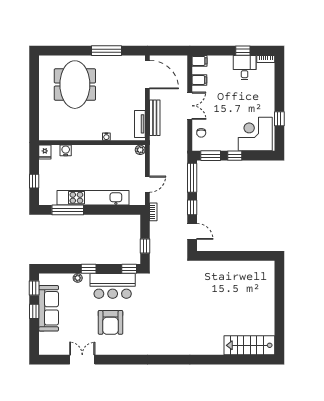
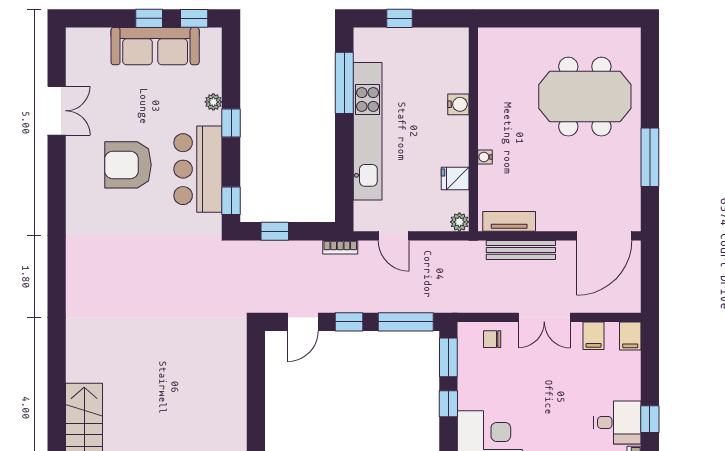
water cooler: (66, 150) -> (458, 104), moved
fridge: (45, 152) -> (455, 179), moved

